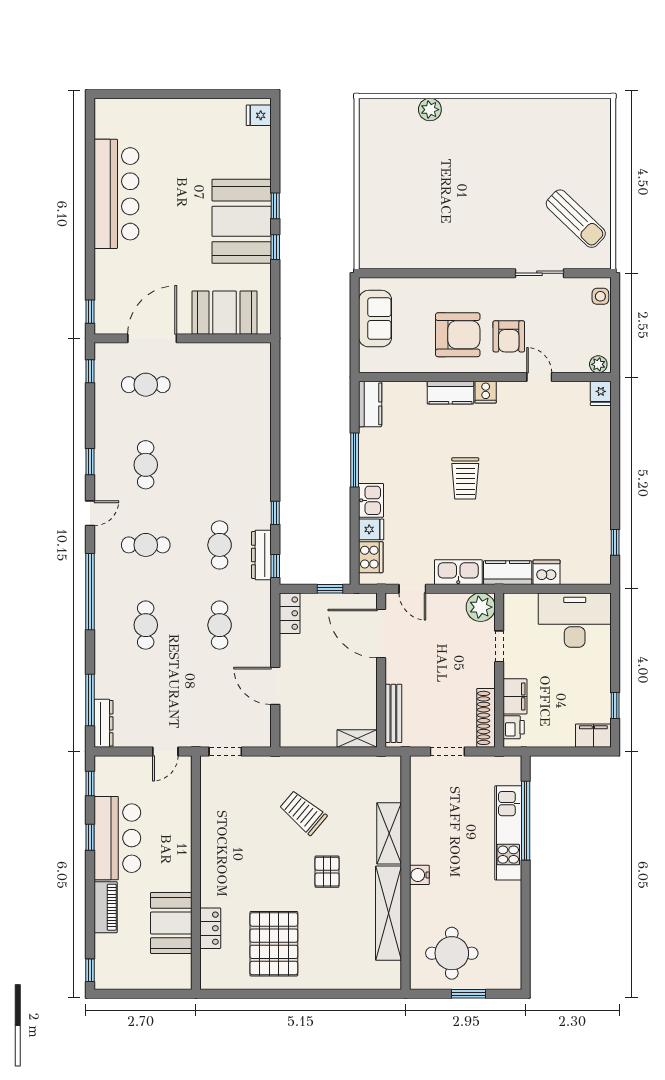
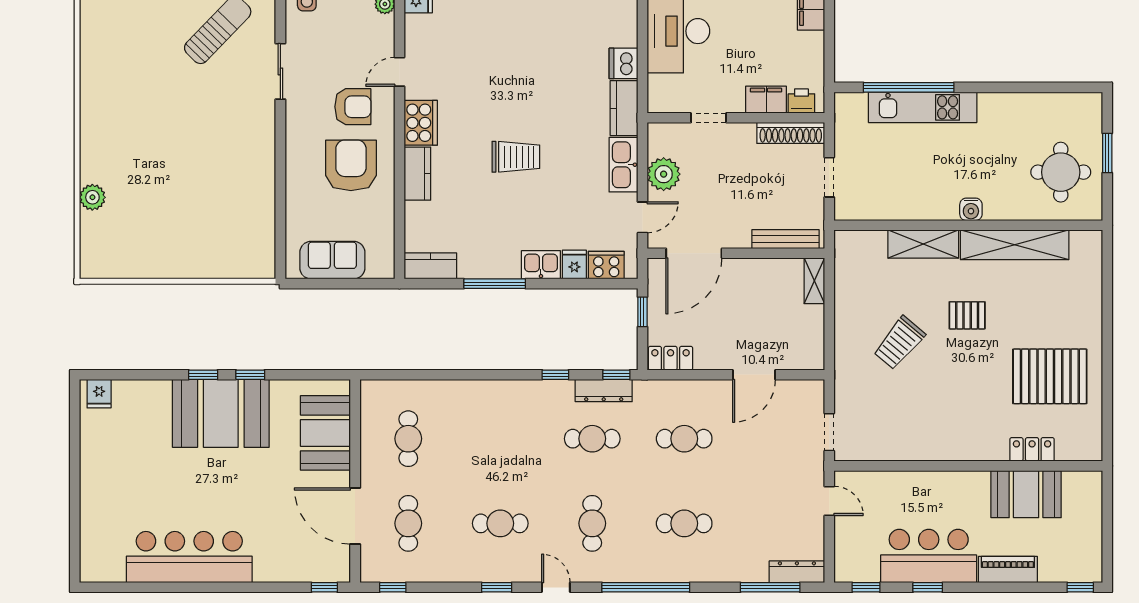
cafe table: (220, 385) -> (408, 439), added
cooker: (486, 392) -> (421, 123), width x1.87, depth x1.31
plant: (481, 607) -> (664, 174), moved

